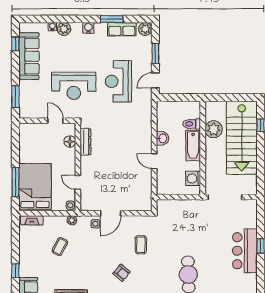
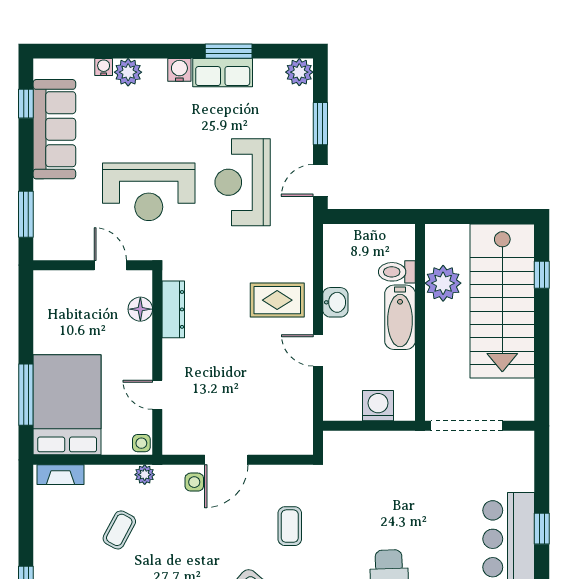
row of seats: (122, 29) -> (223, 73), moved
rug: (135, 137) -> (277, 300), added
washing machine: (193, 178) -> (378, 406), moved, turned 90

